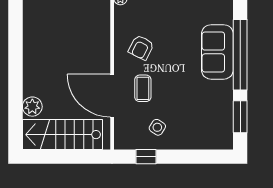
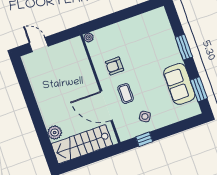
armchair: (141, 47) -> (115, 66), turned 63
sofa: (217, 52) -> (179, 84), moved
window: (240, 55) -> (184, 47), width x0.47

